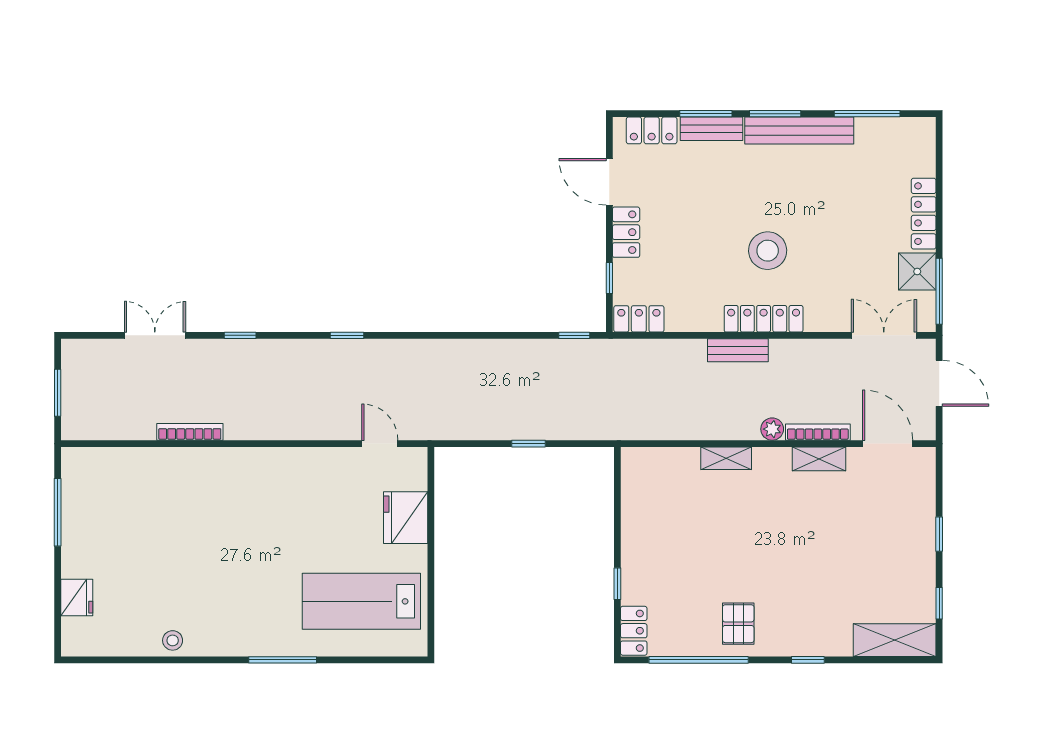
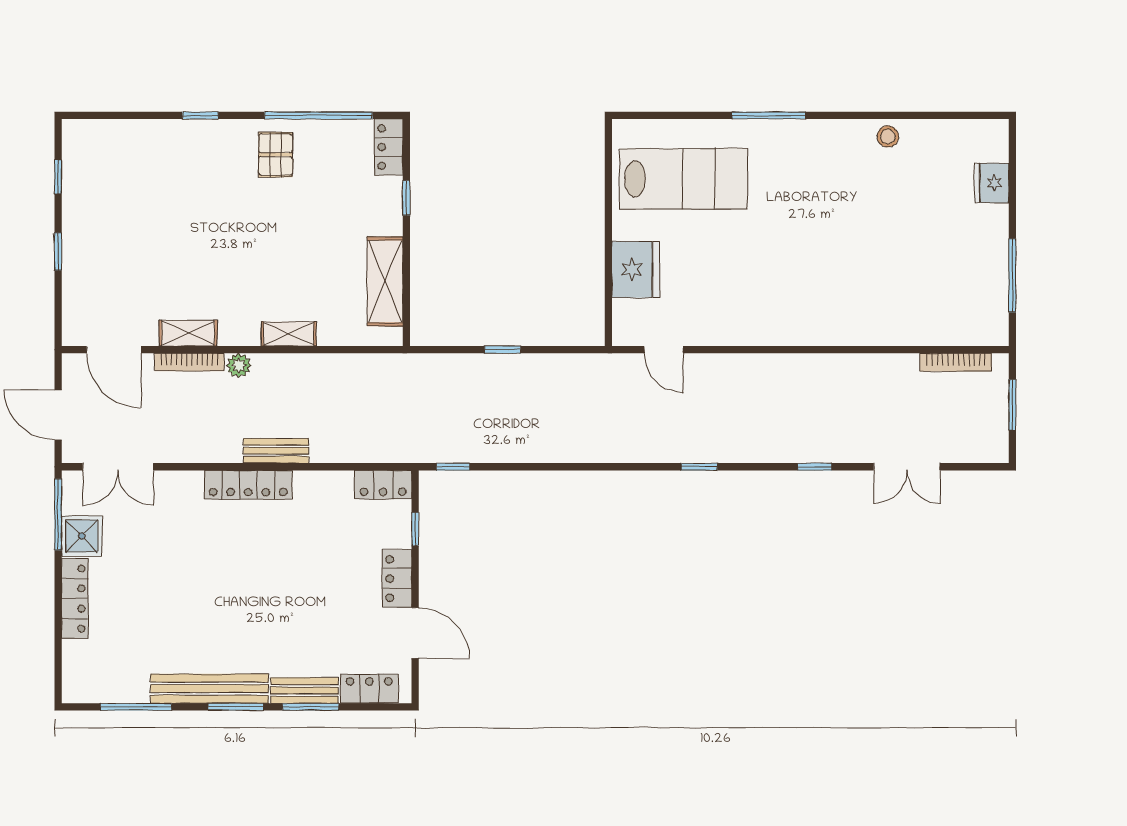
stool: (768, 251) -> (244, 559), removed
bookcase: (190, 432) -> (956, 362), moved
shelving: (895, 640) -> (385, 281), moved, turned 90

